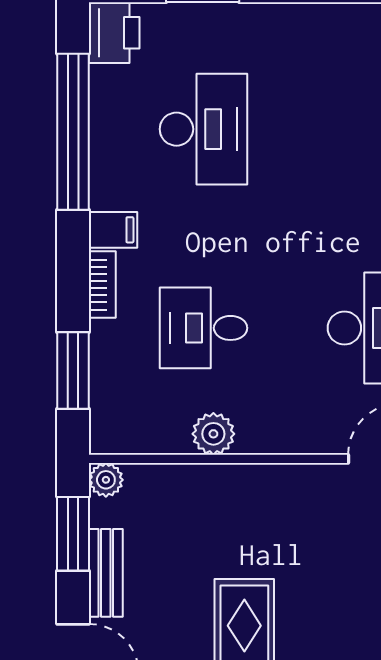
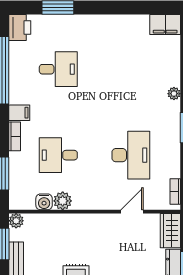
desk: (204, 129) -> (58, 69), width x0.73
water cooler: (170, 436) -> (44, 202), added

